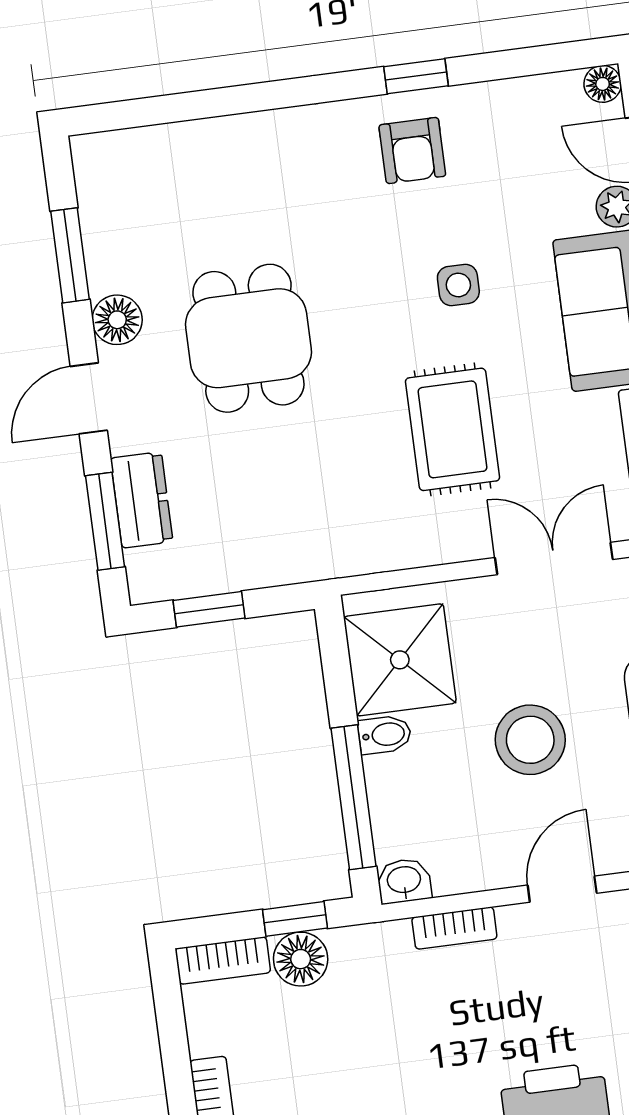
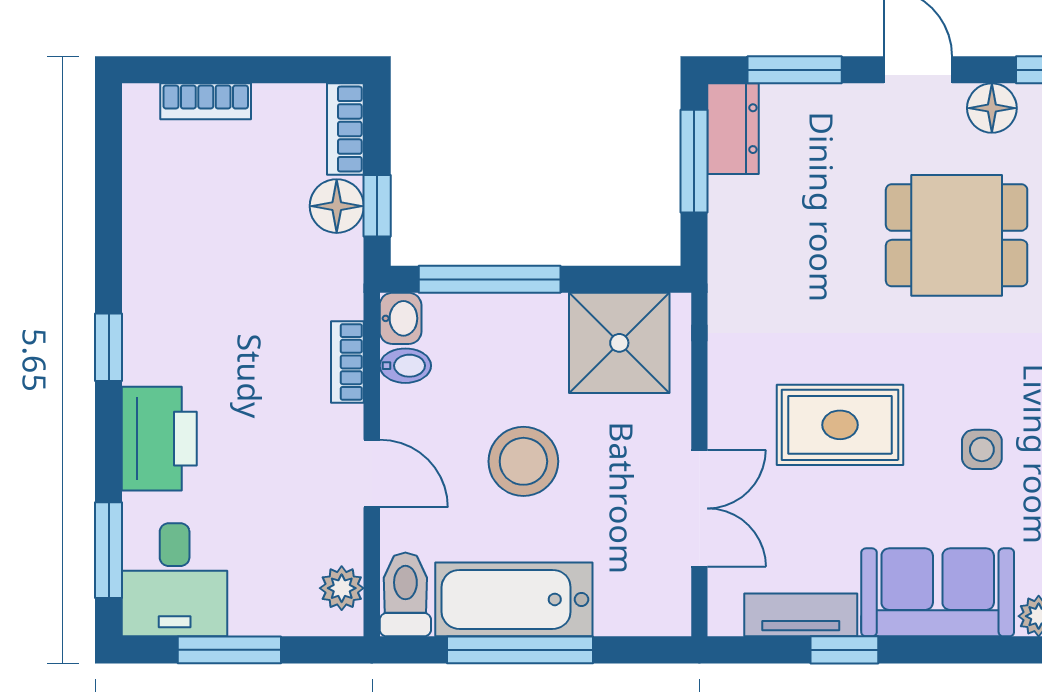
dresser: (142, 500) -> (733, 129), moved, turned -90
window: (209, 609) -> (694, 161), width x1.50
bidet: (385, 735) -> (405, 366), moved, turned -90

